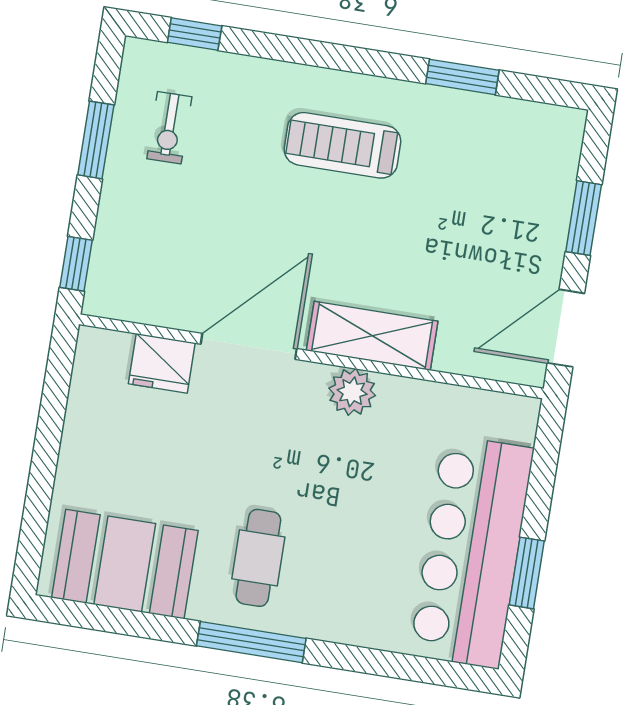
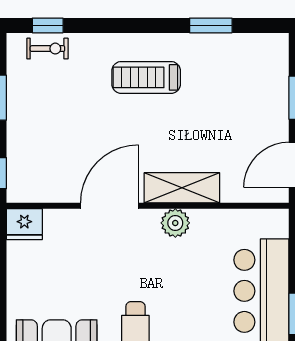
exercise bike: (169, 128) -> (47, 49), moved, turned -90
fridge: (162, 363) -> (24, 224), moved

